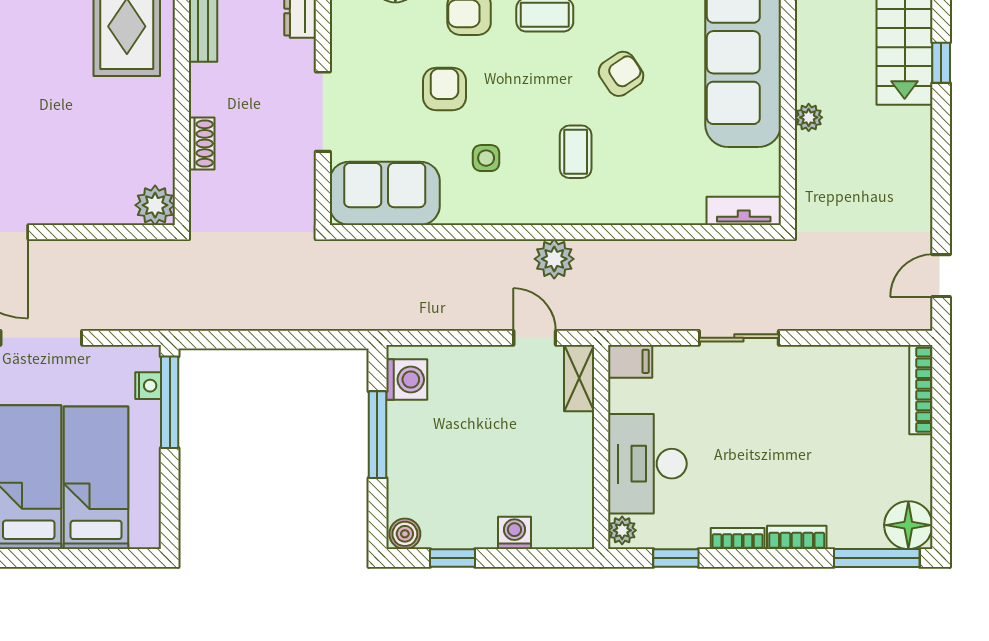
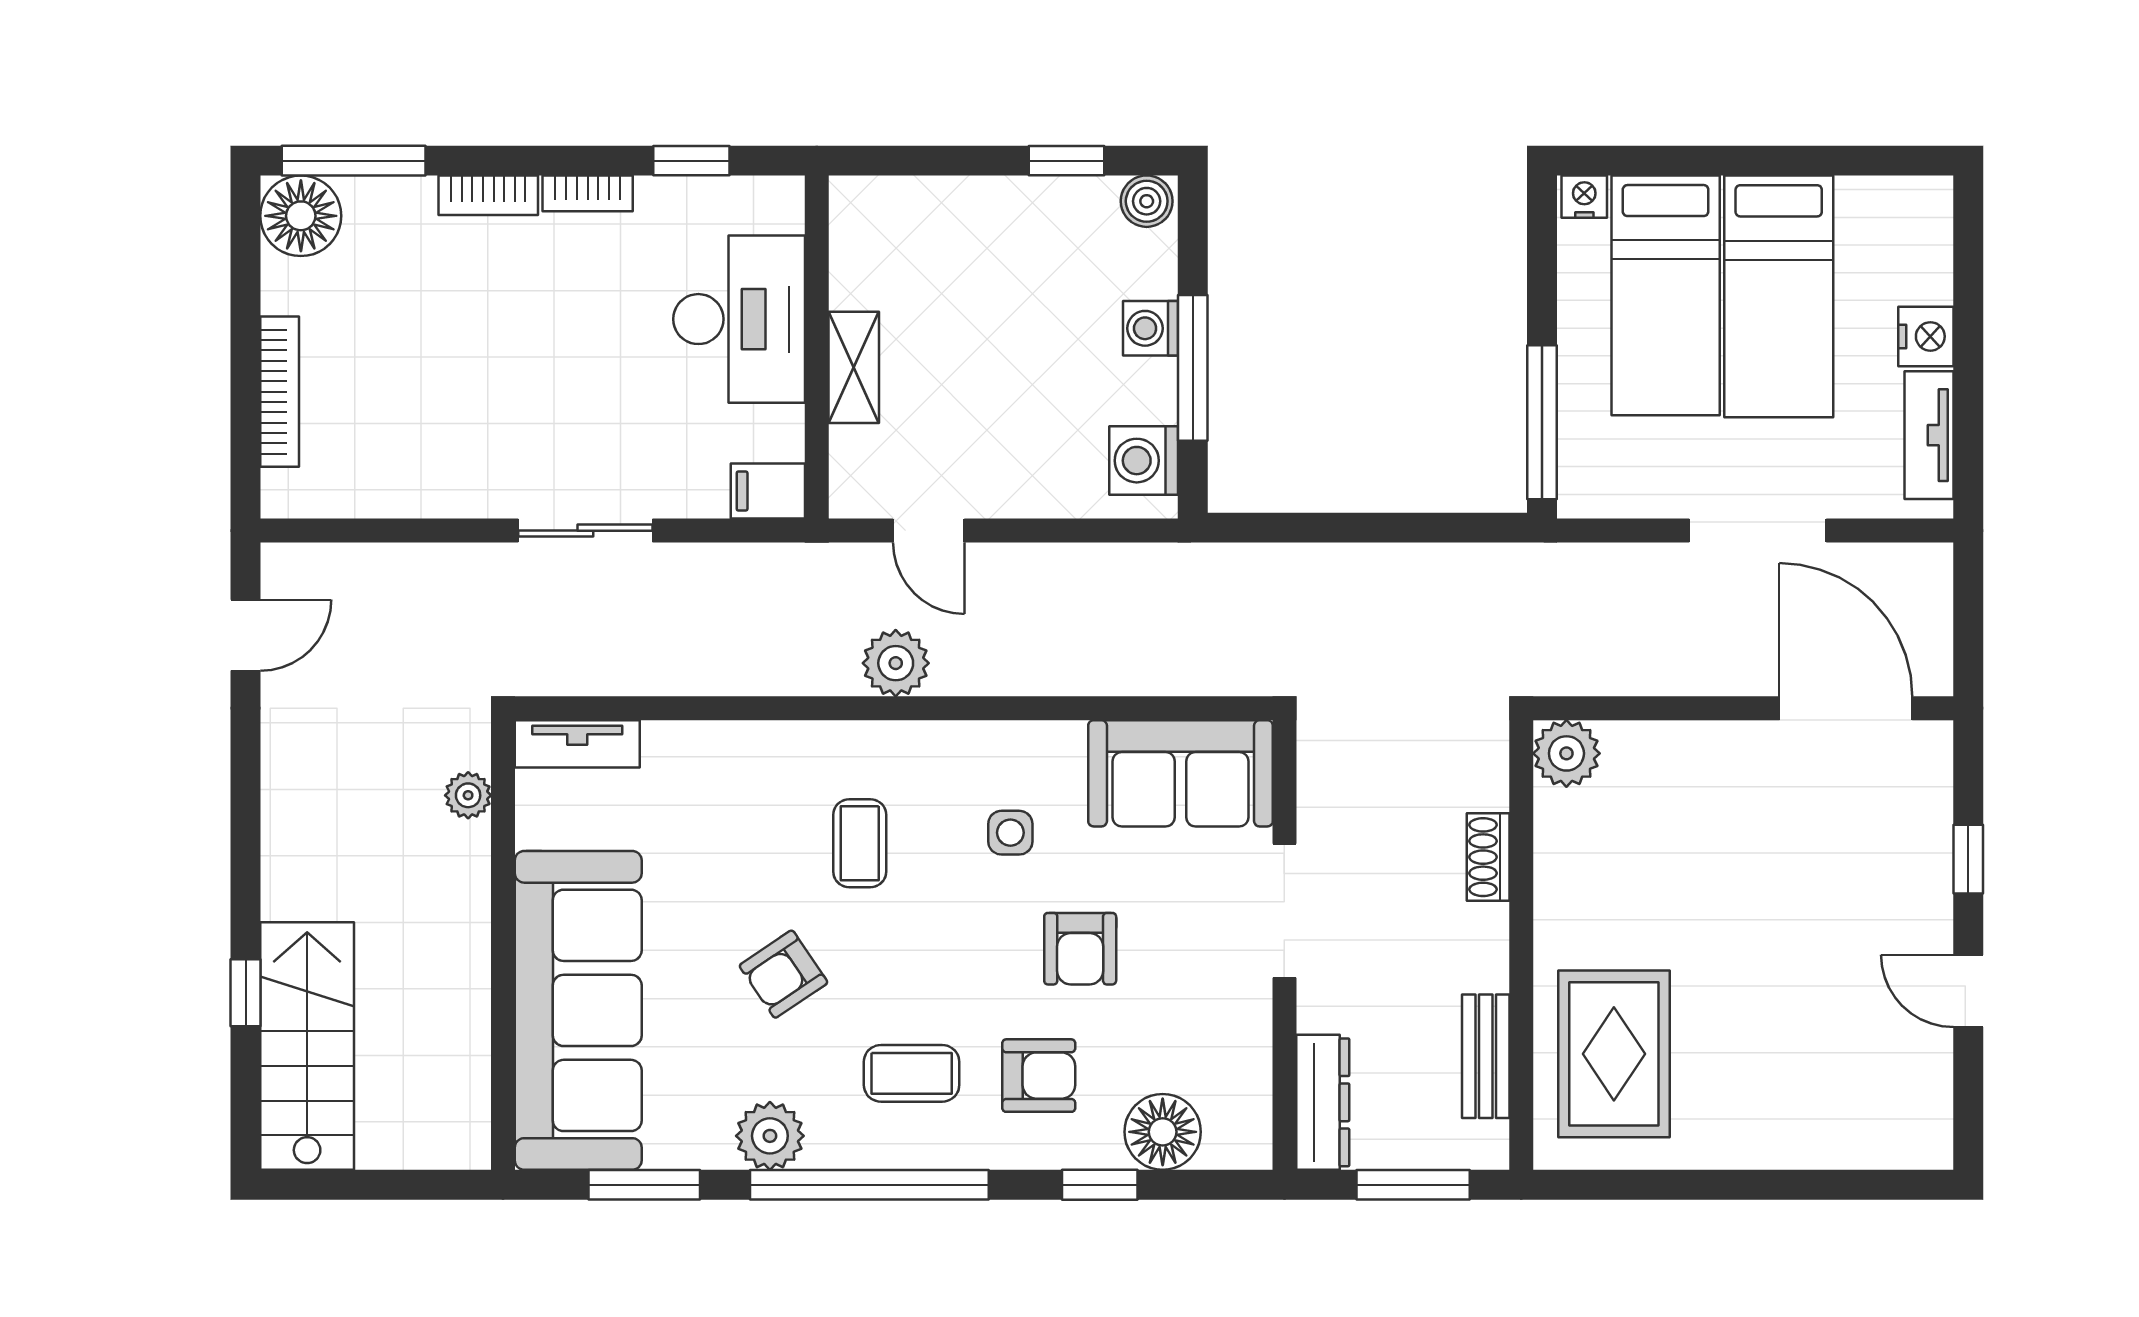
plant: (809, 117) -> (468, 795), moved
shelving: (579, 378) -> (854, 367), moved
nightstand: (148, 386) -> (1584, 197), moved, turned 90
bookcase: (921, 390) -> (280, 392), moved
plant: (622, 530) -> (781, 207), removed
washing machine: (514, 533) -> (1151, 328), moved, turned 90

